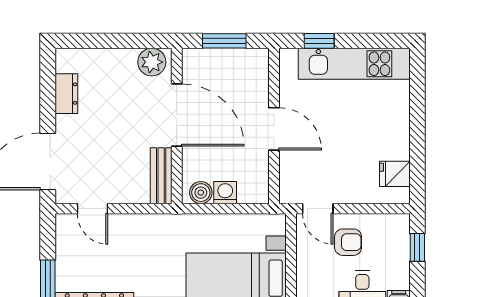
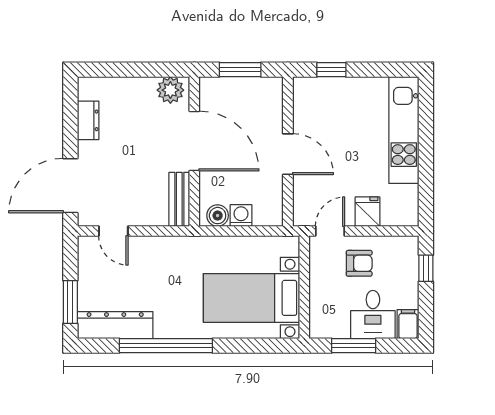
kitchen unit: (354, 64) -> (404, 130), moved, turned 90
fridge: (395, 174) -> (368, 212), moved, turned 90
door: (318, 209) -> (330, 231), swing flipped

